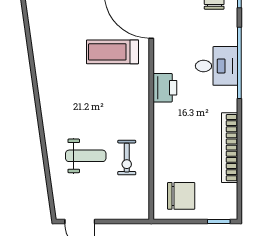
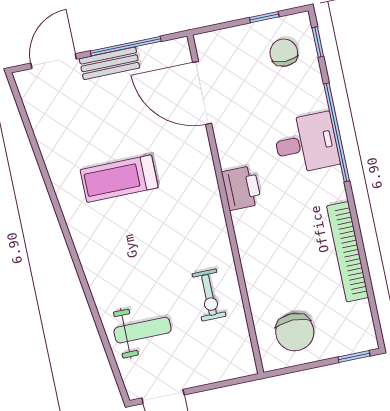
treadmill: (113, 52) -> (119, 179), moved
weight bench: (86, 156) -> (143, 330), moved
chair: (181, 196) -> (295, 332), turned 90

